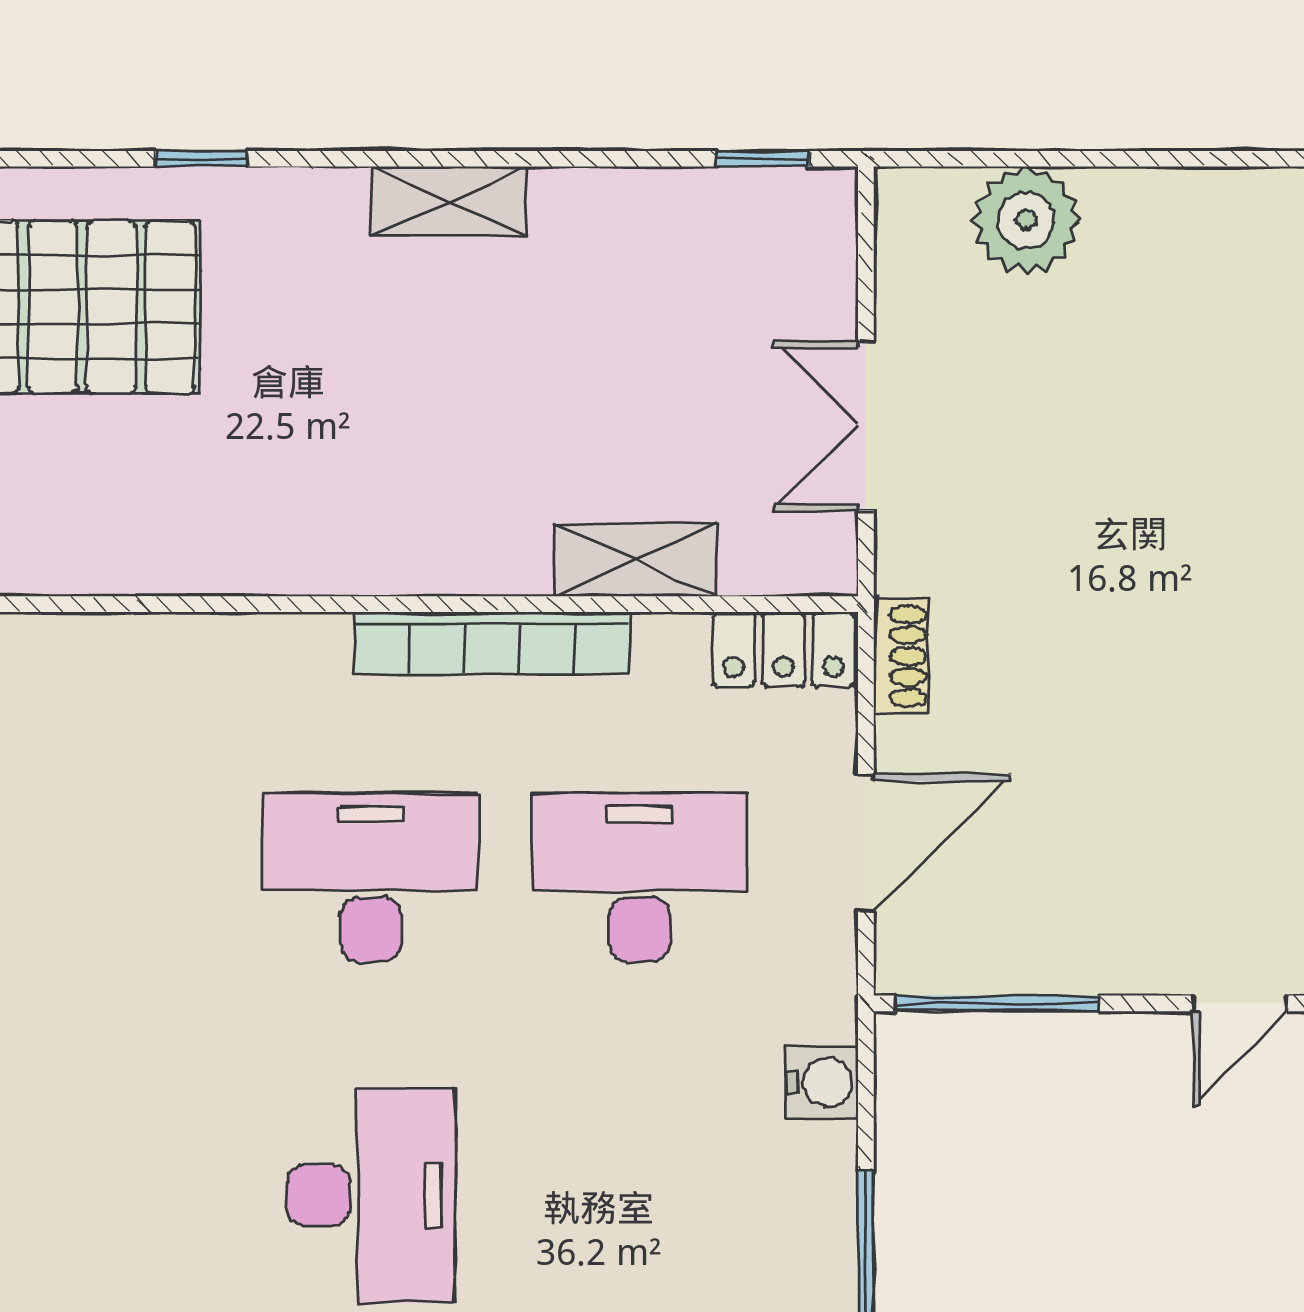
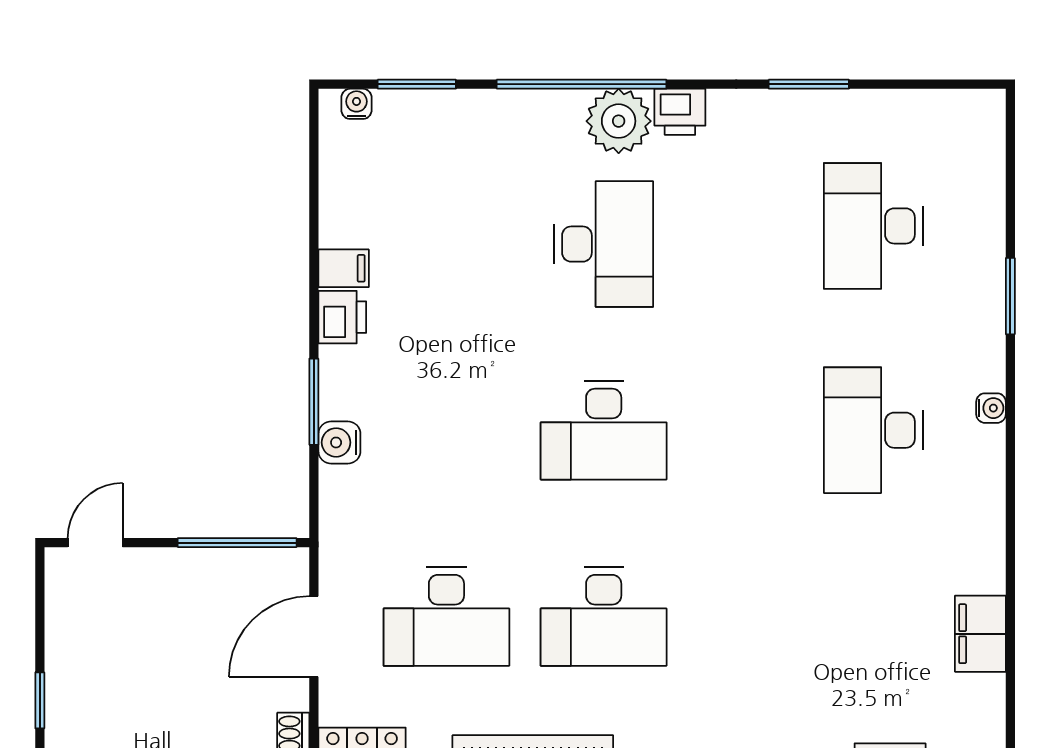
water cooler: (822, 1082) -> (339, 442), moved
desk: (371, 1195) -> (604, 430), turned -90

